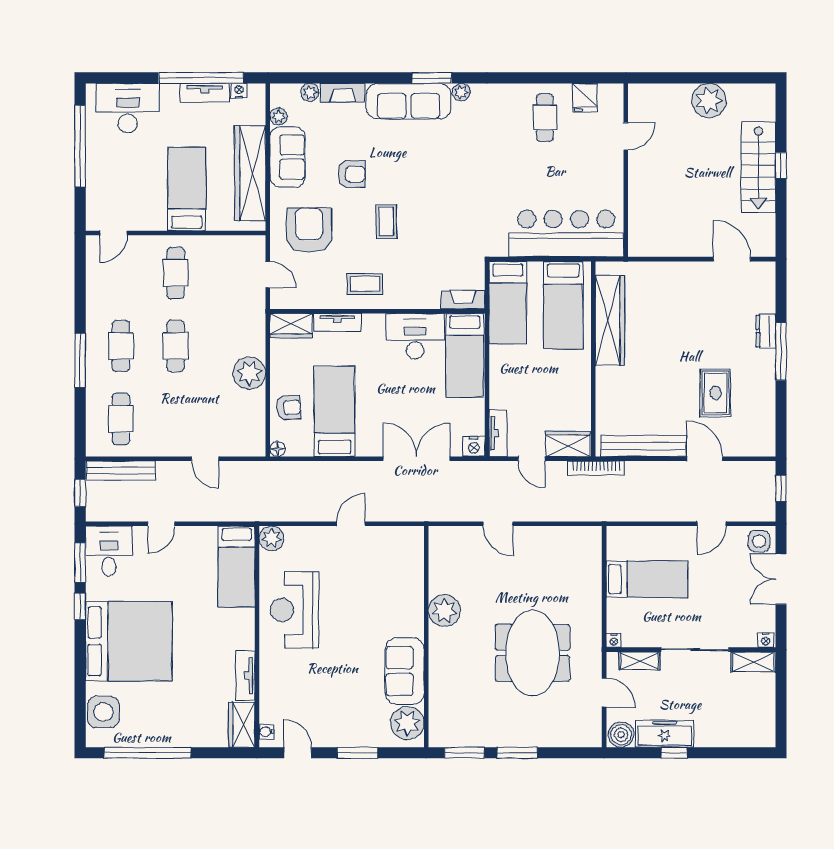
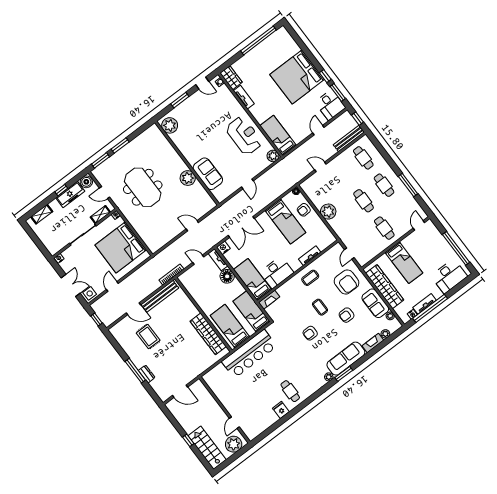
door: (626, 136) -> (234, 423), moved
stairs: (758, 167) -> (207, 448), moved
wall: (626, 170) -> (225, 410), moved
armchair: (436, 190) -> (310, 333), added
door: (268, 275) -> (349, 254), hinge flipped
wardrobe: (291, 326) -> (326, 241), removed
window: (80, 360) -> (408, 185), moved
floor lamp: (504, 393) -> (227, 276), added
wardrobe: (568, 444) -> (189, 276), removed
bed: (647, 579) -> (121, 247), width x2.04
shelving: (753, 662) -> (42, 214), moved
sofa: (405, 671) -> (208, 174), moved
side table: (103, 712) -> (287, 43), removed
window: (464, 753) -> (100, 160), moved

